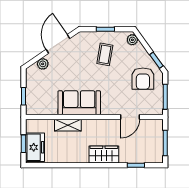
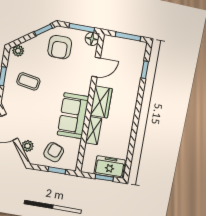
armchair: (143, 79) -> (60, 47), turned 90
armchair: (41, 90) -> (54, 152), added
floor lamp: (156, 108) -> (92, 39), added
door: (130, 117) -> (96, 67), hinge flipped
wardrobe: (104, 155) -> (101, 102), moved, turned 180

